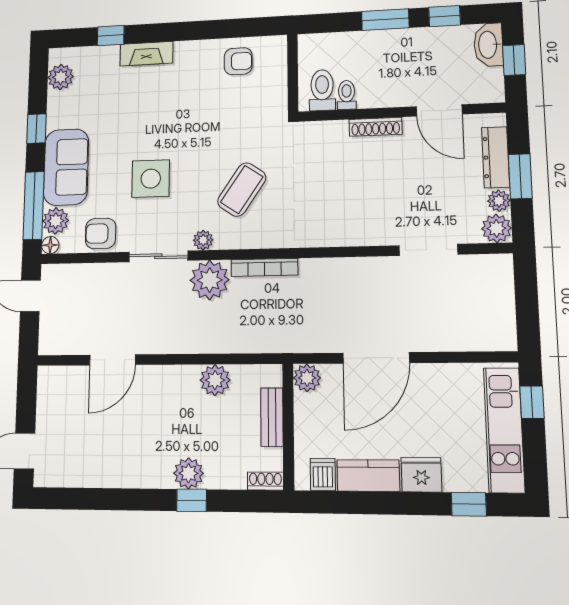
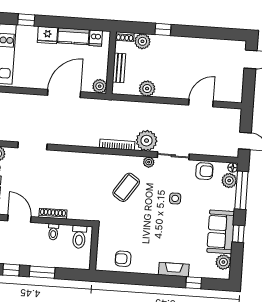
toilet: (347, 95) -> (53, 232), moved
sofa: (66, 167) -> (221, 232), moved
side table: (151, 179) -> (175, 198), width x0.54, depth x0.54
plant: (188, 473) -> (142, 41), moved

